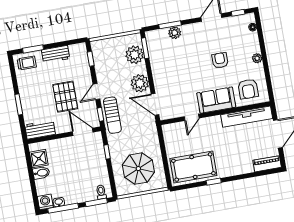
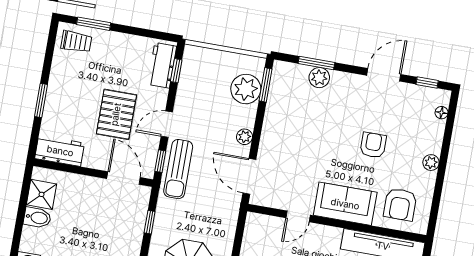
workbench: (56, 54) -> (162, 65), moved, turned 90
plant: (140, 83) -> (245, 137), width x0.53, depth x0.53

